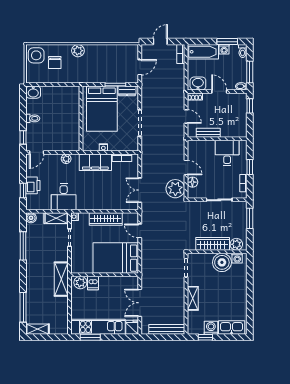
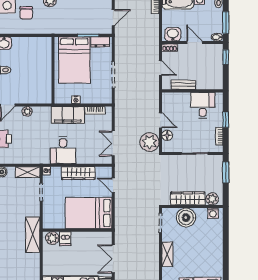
plant: (66, 159) -> (27, 111), moved
desk: (64, 197) -> (63, 150), moved
boiler: (222, 262) -> (186, 218), moved

